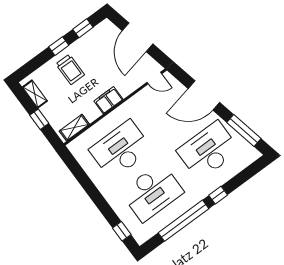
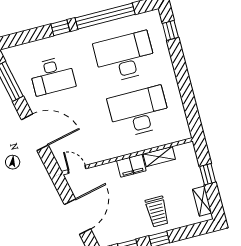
trolley: (70, 69) -> (157, 212), turned 180
shelving: (74, 128) -> (159, 157), moved
desk: (121, 150) -> (139, 112), turned 180
desk: (208, 151) -> (52, 76), width x0.73, depth x0.77

